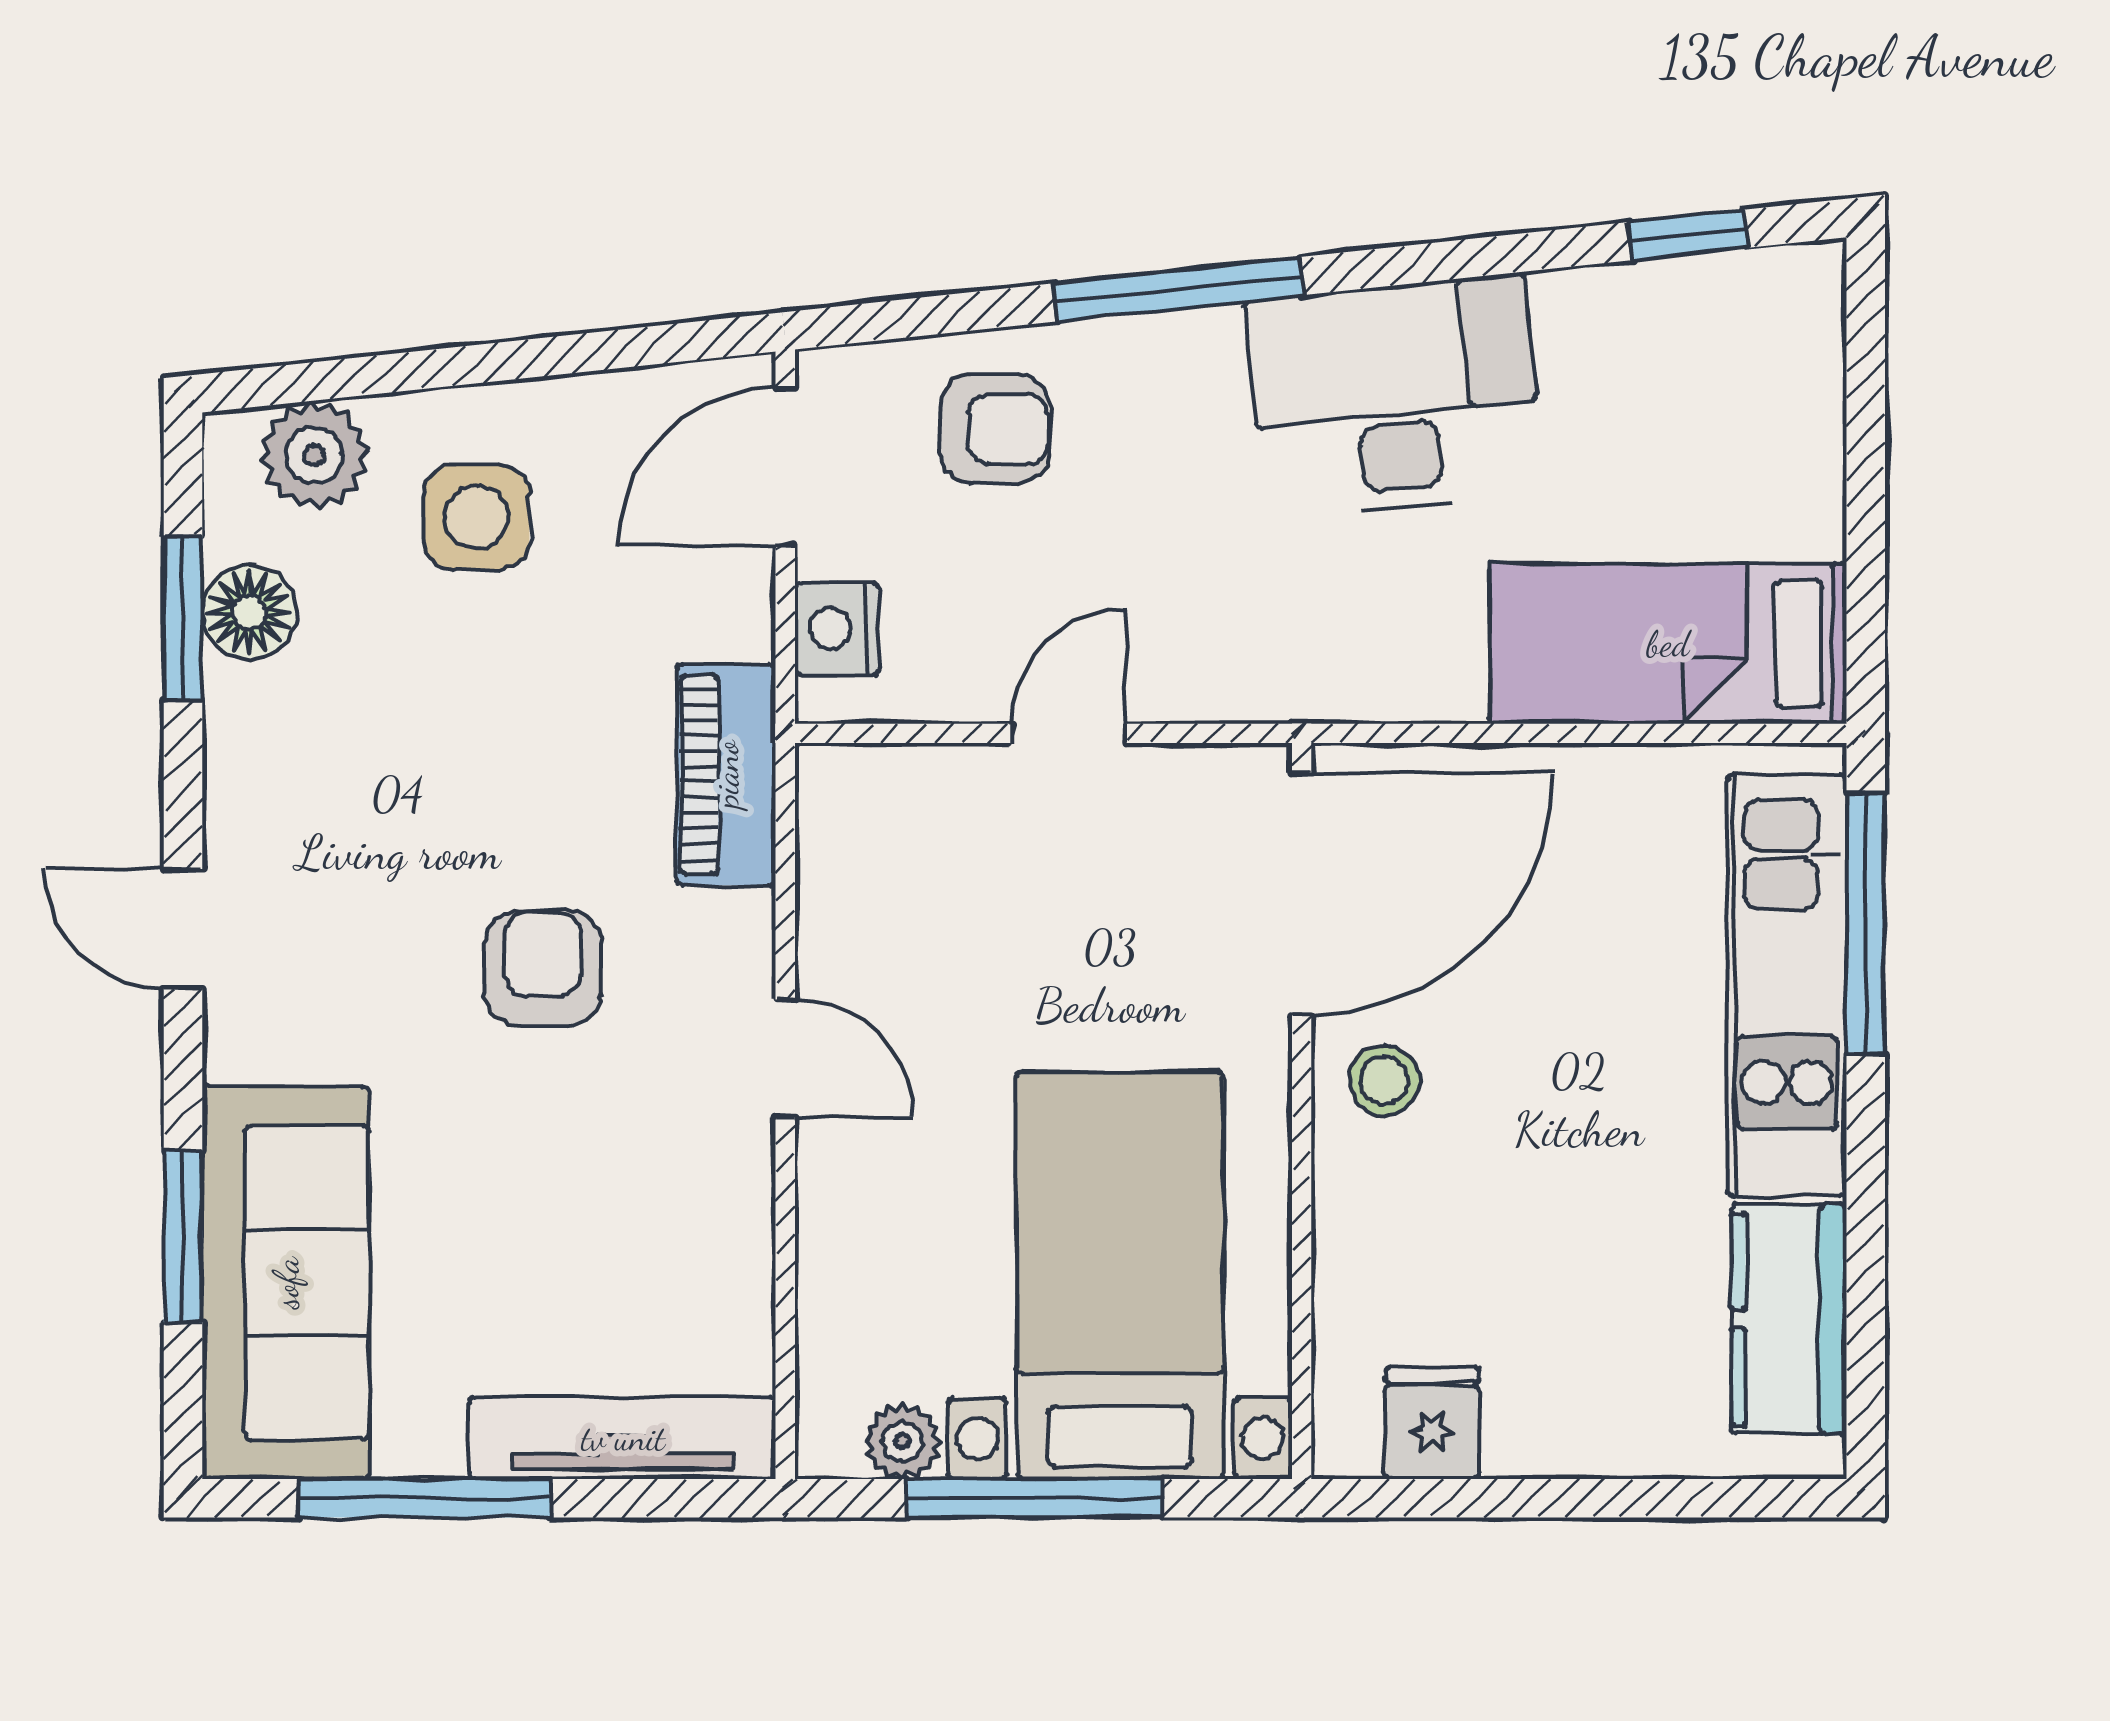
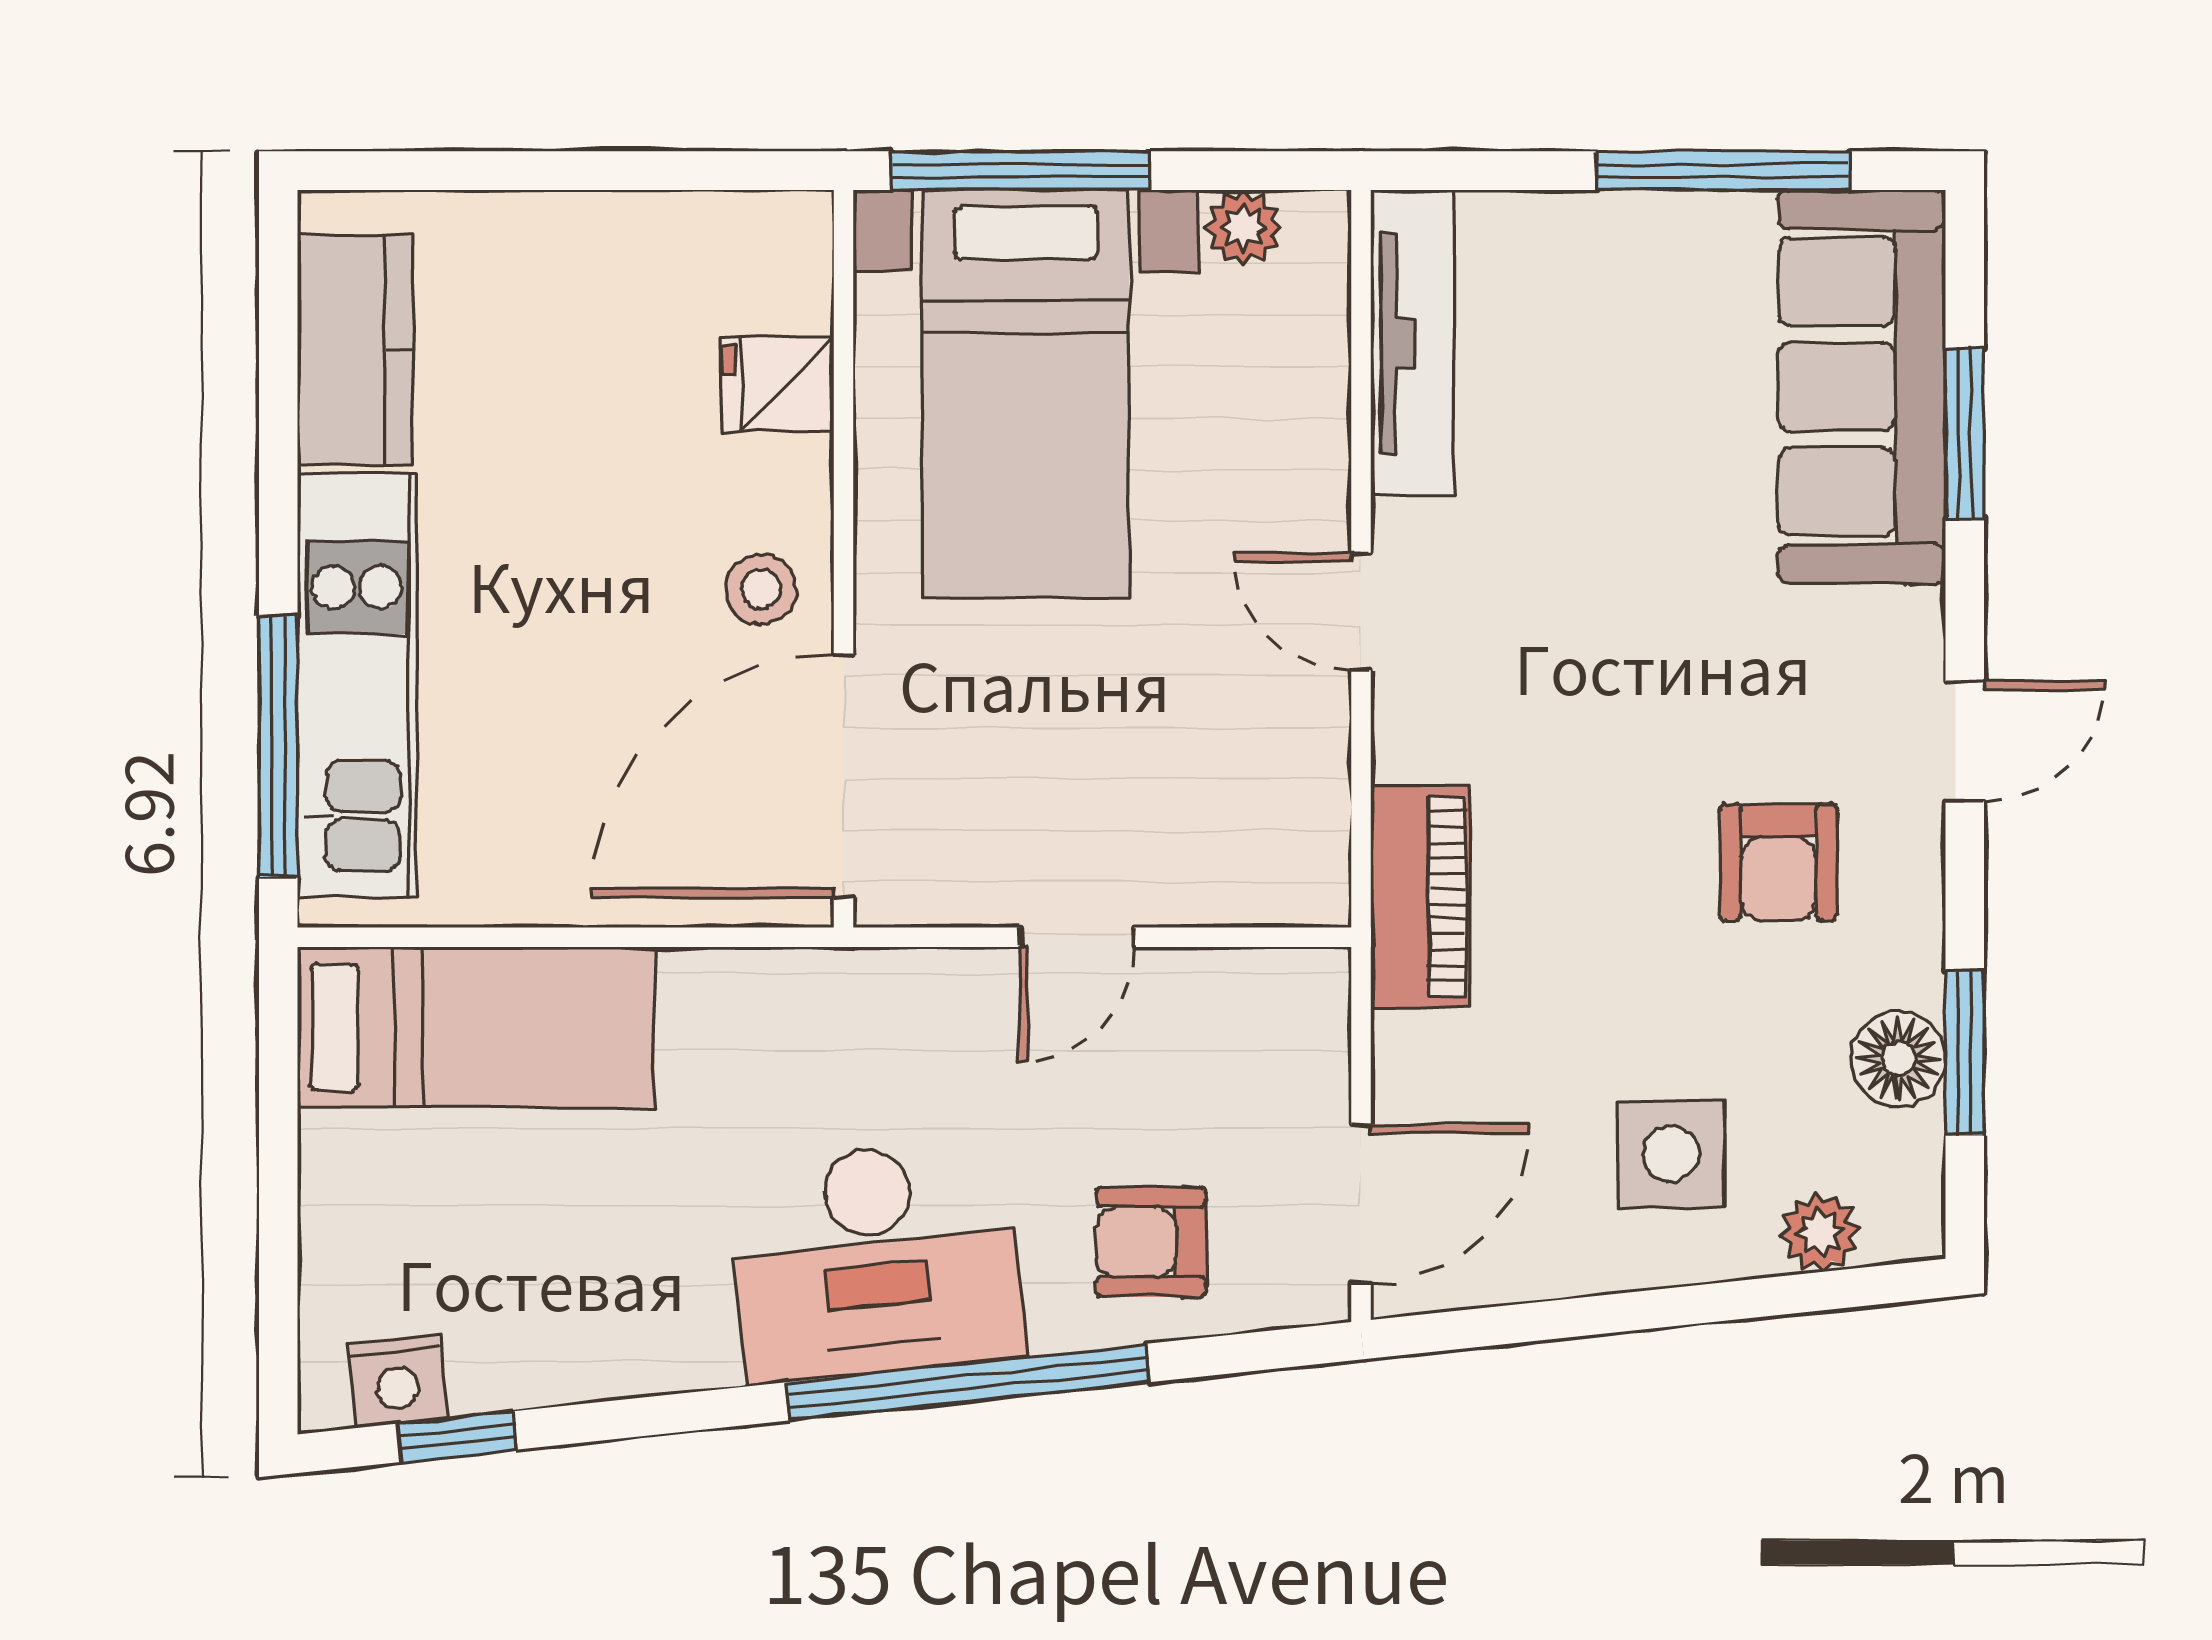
window: (1178, 289) -> (968, 1382), width x1.46
desk: (1395, 397) -> (875, 1261), moved
plant: (314, 455) -> (1820, 1232), width x0.73, depth x0.73
nightstand: (837, 629) -> (397, 1381), moved, turned 84
door: (183, 929) -> (1965, 741), hinge flipped
armchair: (543, 968) -> (1778, 862), moved
fridge: (1432, 1423) -> (778, 384), moved, turned 90
tv unit: (623, 1438) -> (1412, 343), moved, turned -90
window: (1035, 1498) -> (1020, 171), moved

